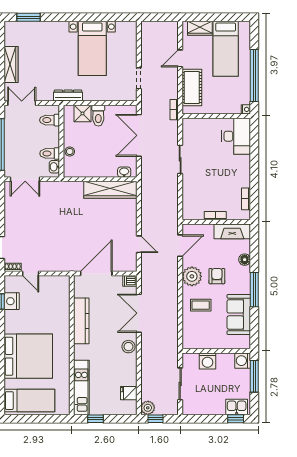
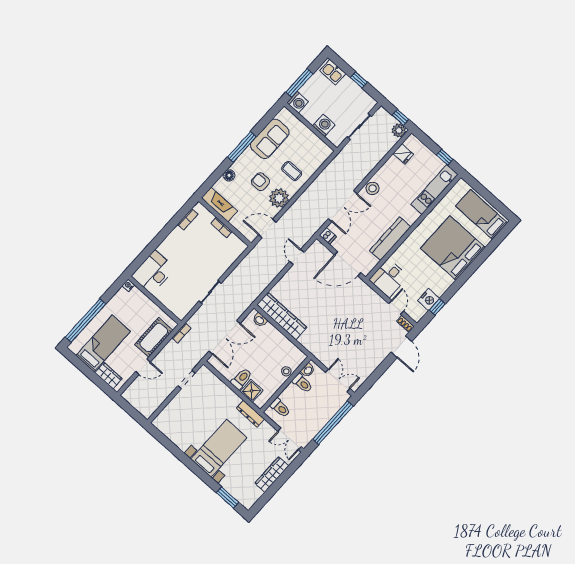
bed with nightstands: (92, 48) -> (219, 448), moved
window: (254, 75) -> (85, 321), moved
armchair: (217, 276) -> (260, 182), turned 90
desk: (56, 290) -> (389, 278), added
window: (236, 419) -> (359, 80), moved

